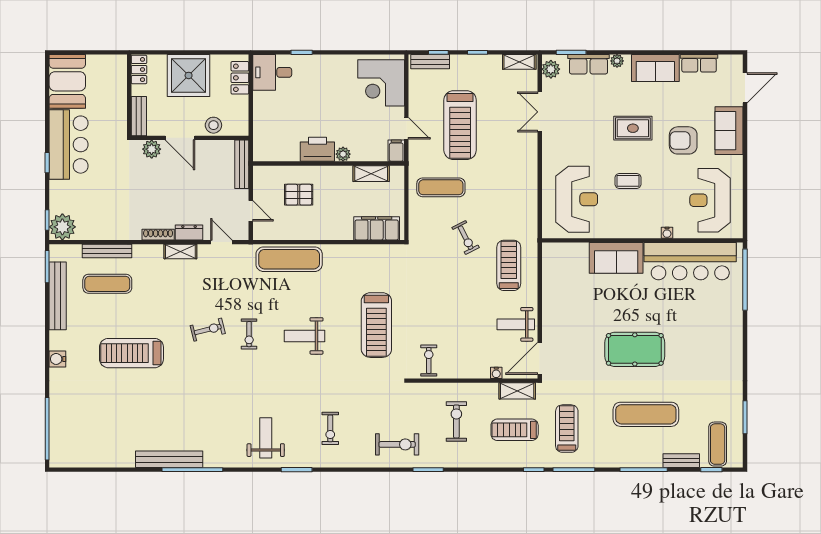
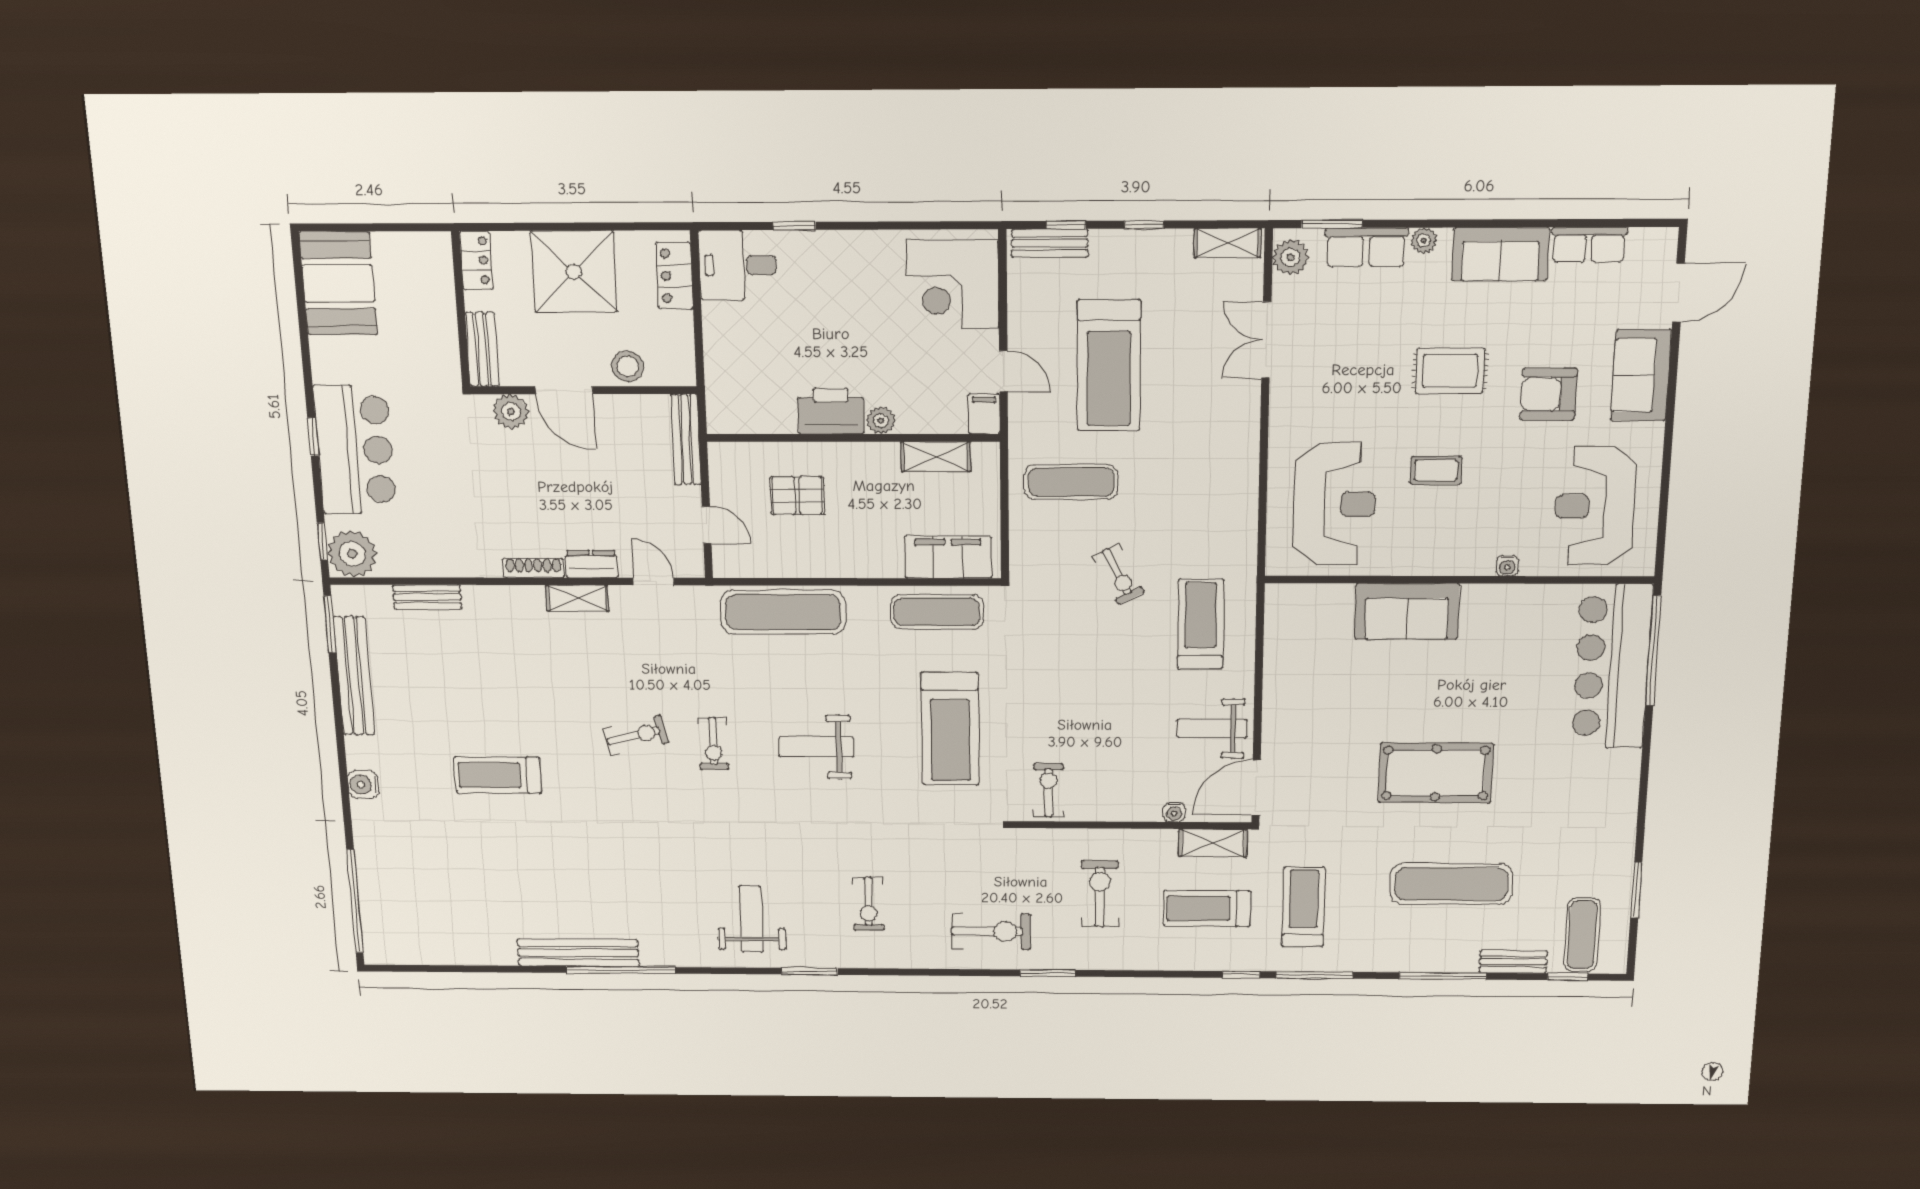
bar counter: (69, 145) -> (355, 450), moved
bench: (107, 251) -> (427, 597), width x0.73
bar counter: (690, 261) -> (1612, 667), moved, turned 90
exercise mat: (107, 284) -> (937, 612), moved
treadmill: (131, 353) -> (498, 775), width x0.73, depth x0.73

